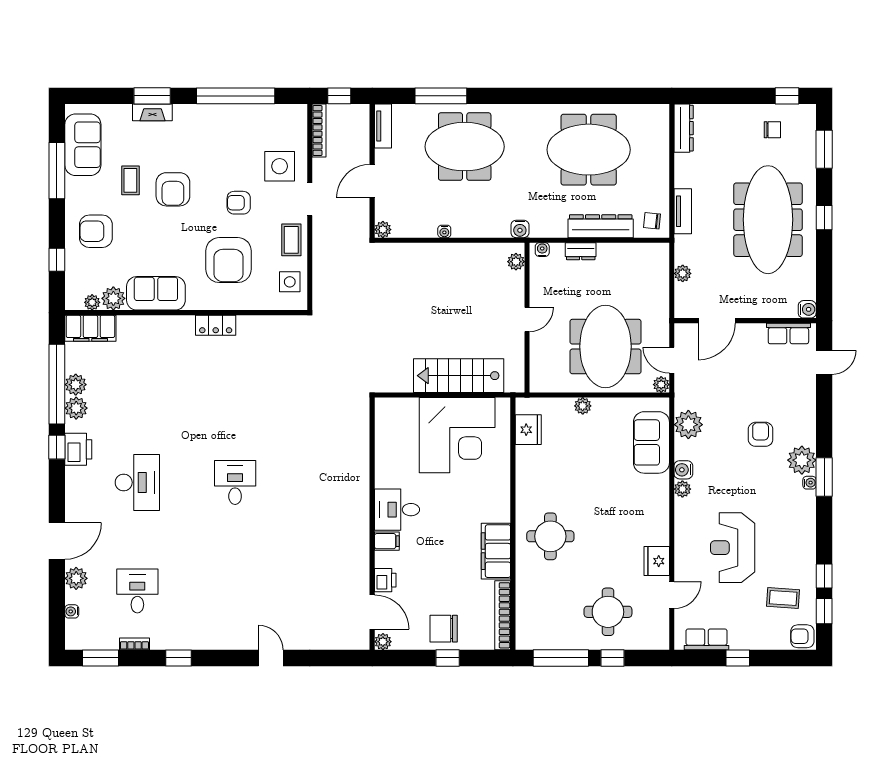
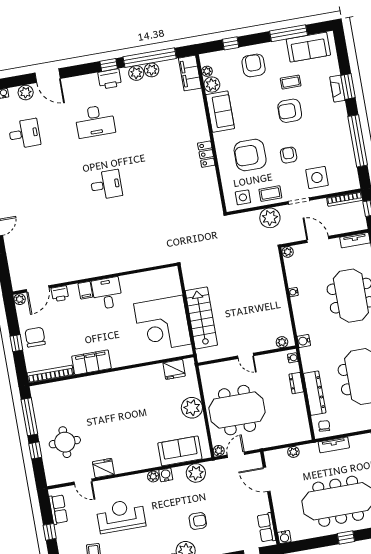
plant: (327, 247) -> (270, 218), added
plant: (583, 406) -> (192, 408), width x1.87, depth x1.87
round table: (550, 536) -> (107, 396), removed

